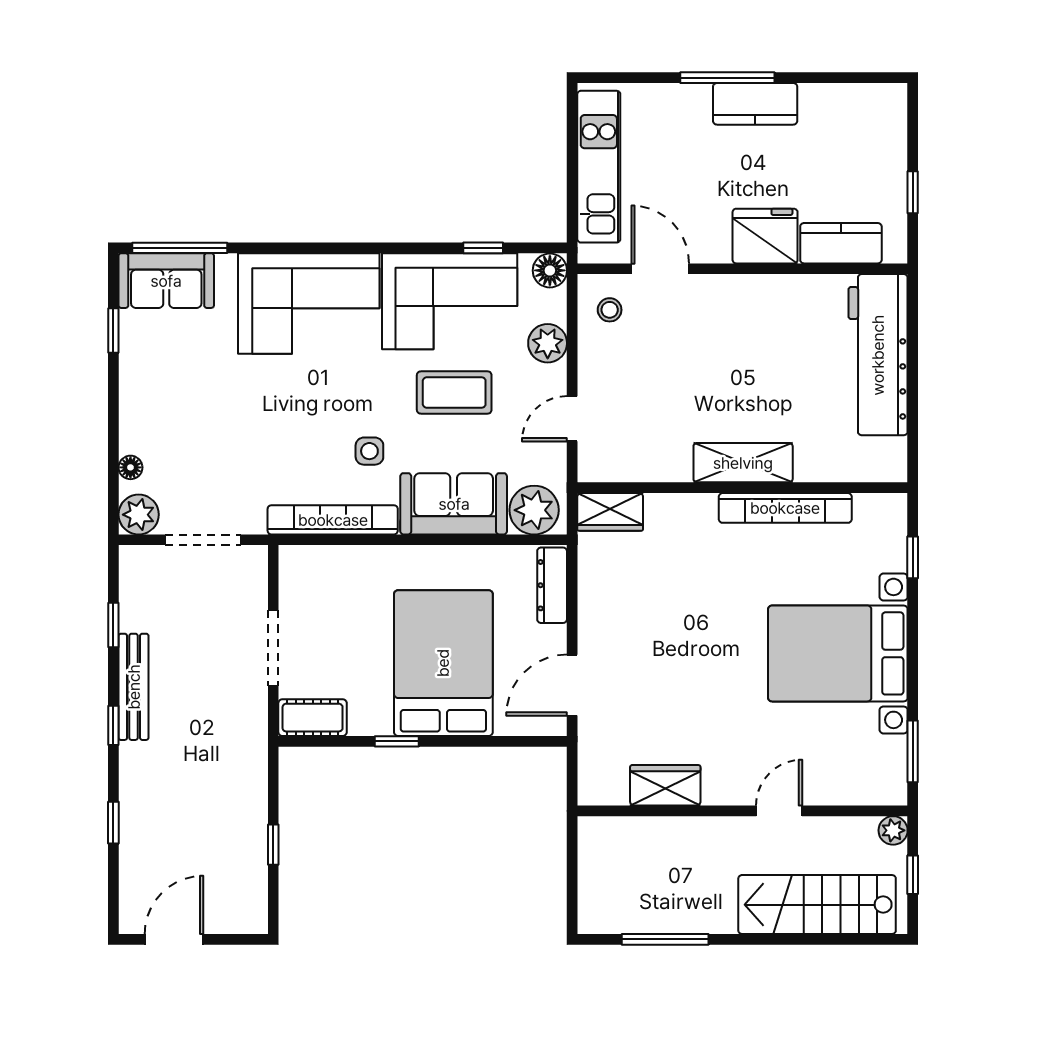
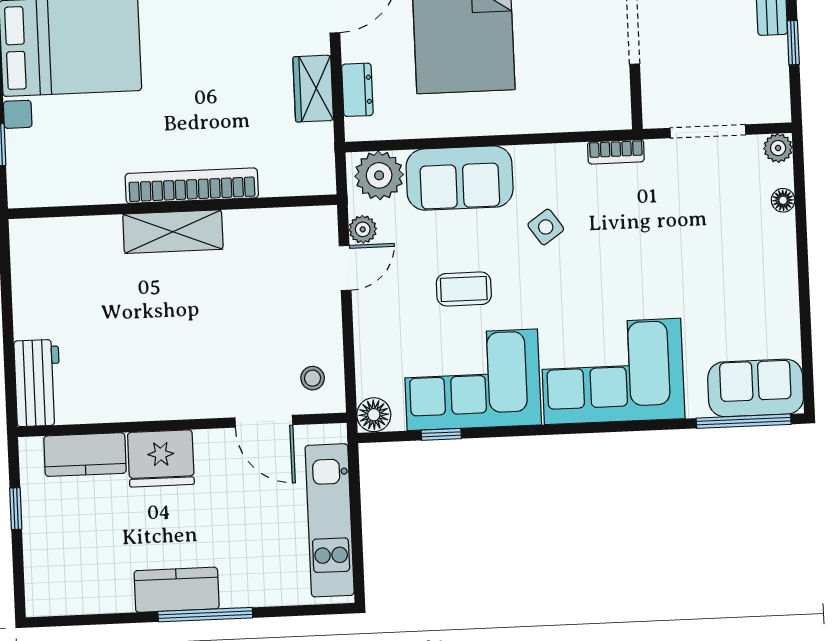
window: (113, 330) -> (806, 336), removed
plant: (548, 343) -> (363, 229), moved, width x0.73, depth x0.73
workbench: (878, 355) -> (38, 383), width x0.53, depth x0.76
coffee table: (454, 393) -> (464, 289), width x0.73, depth x0.77
side table: (369, 451) -> (546, 227), turned -35
bookcase: (785, 508) -> (192, 186), moved
wardrobe: (610, 512) -> (313, 89), moved, turned -90
plant: (139, 515) -> (778, 148), width x0.73, depth x0.73
bookcase: (333, 520) -> (616, 152), width x0.43, depth x0.76
dresser: (552, 585) -> (357, 90), width x0.70

